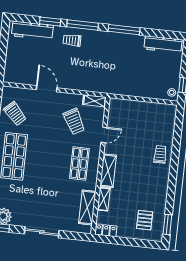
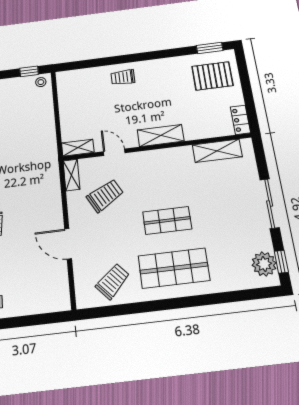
door: (47, 89) -> (68, 244), hinge flipped
shop shelf: (79, 163) -> (167, 220), moved
shelving: (104, 199) -> (78, 148), moved
pallet: (145, 220) -> (212, 76), width x1.50, depth x1.42

